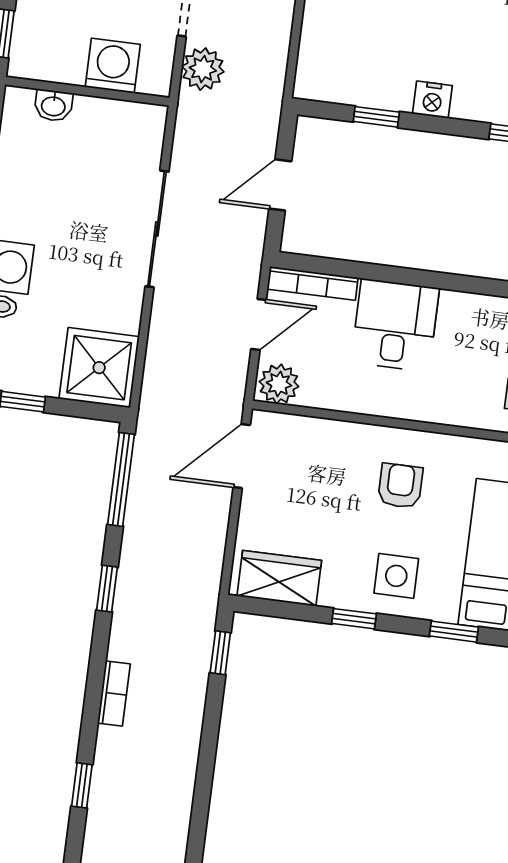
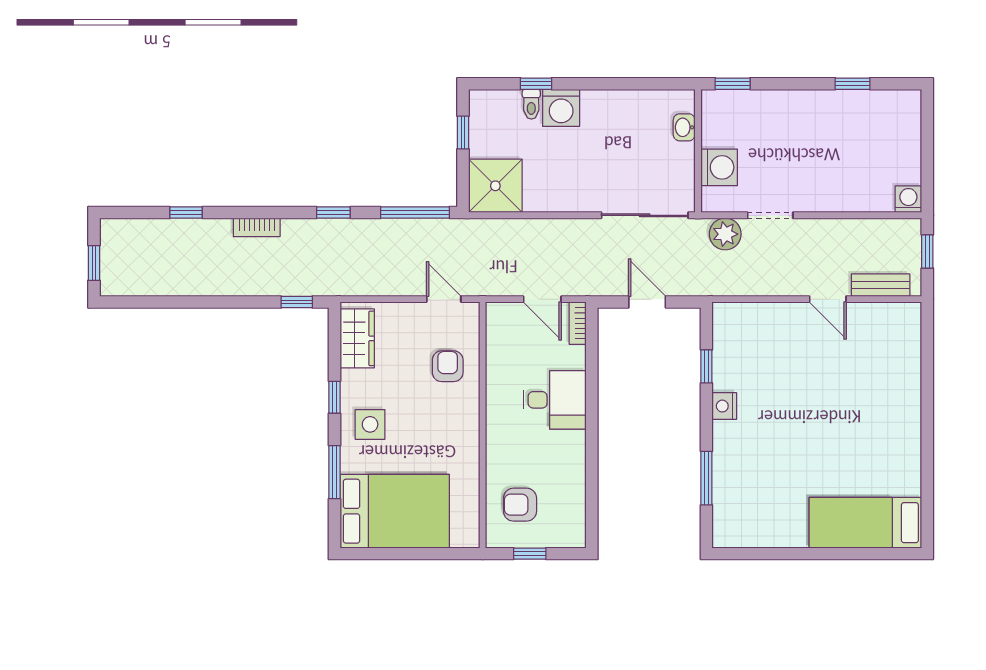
sliding door: (157, 229) -> (645, 215), moved
bookcase: (313, 283) -> (578, 323), width x0.64
plant: (279, 384) -> (500, 320), removed
door: (242, 456) -> (444, 299), width x0.73
armchair: (400, 486) -> (448, 366), moved, turned -90
window: (454, 632) -> (334, 472), width x1.50

